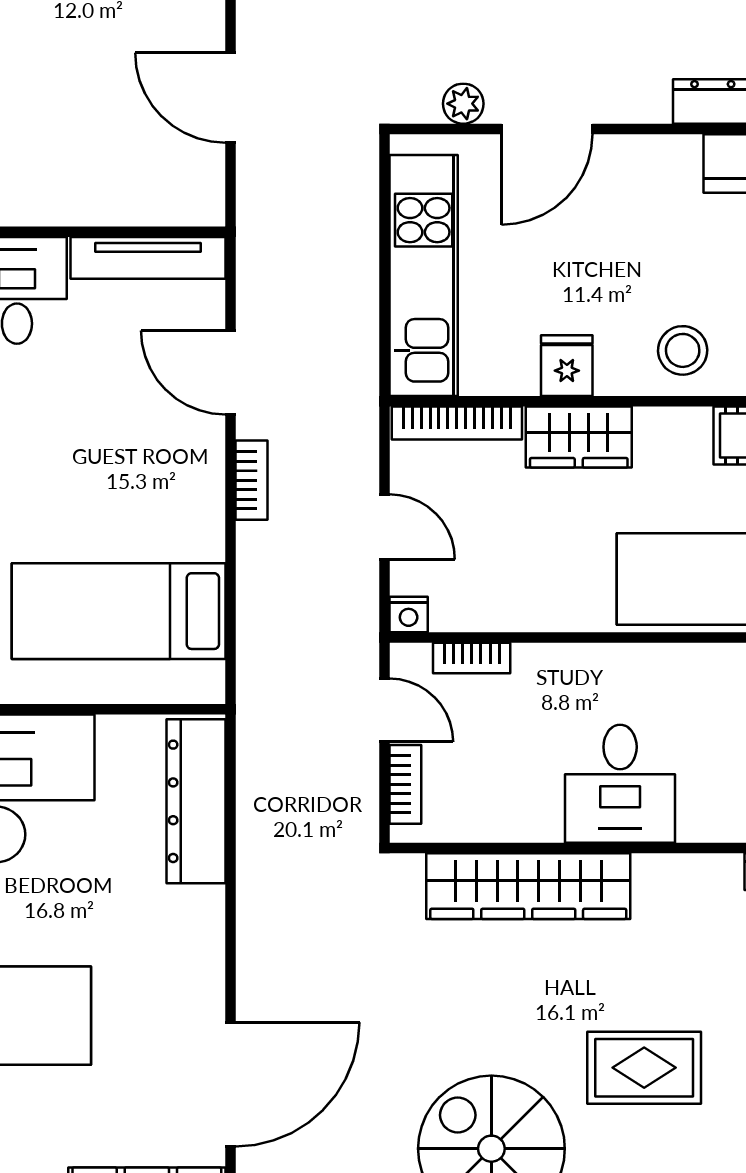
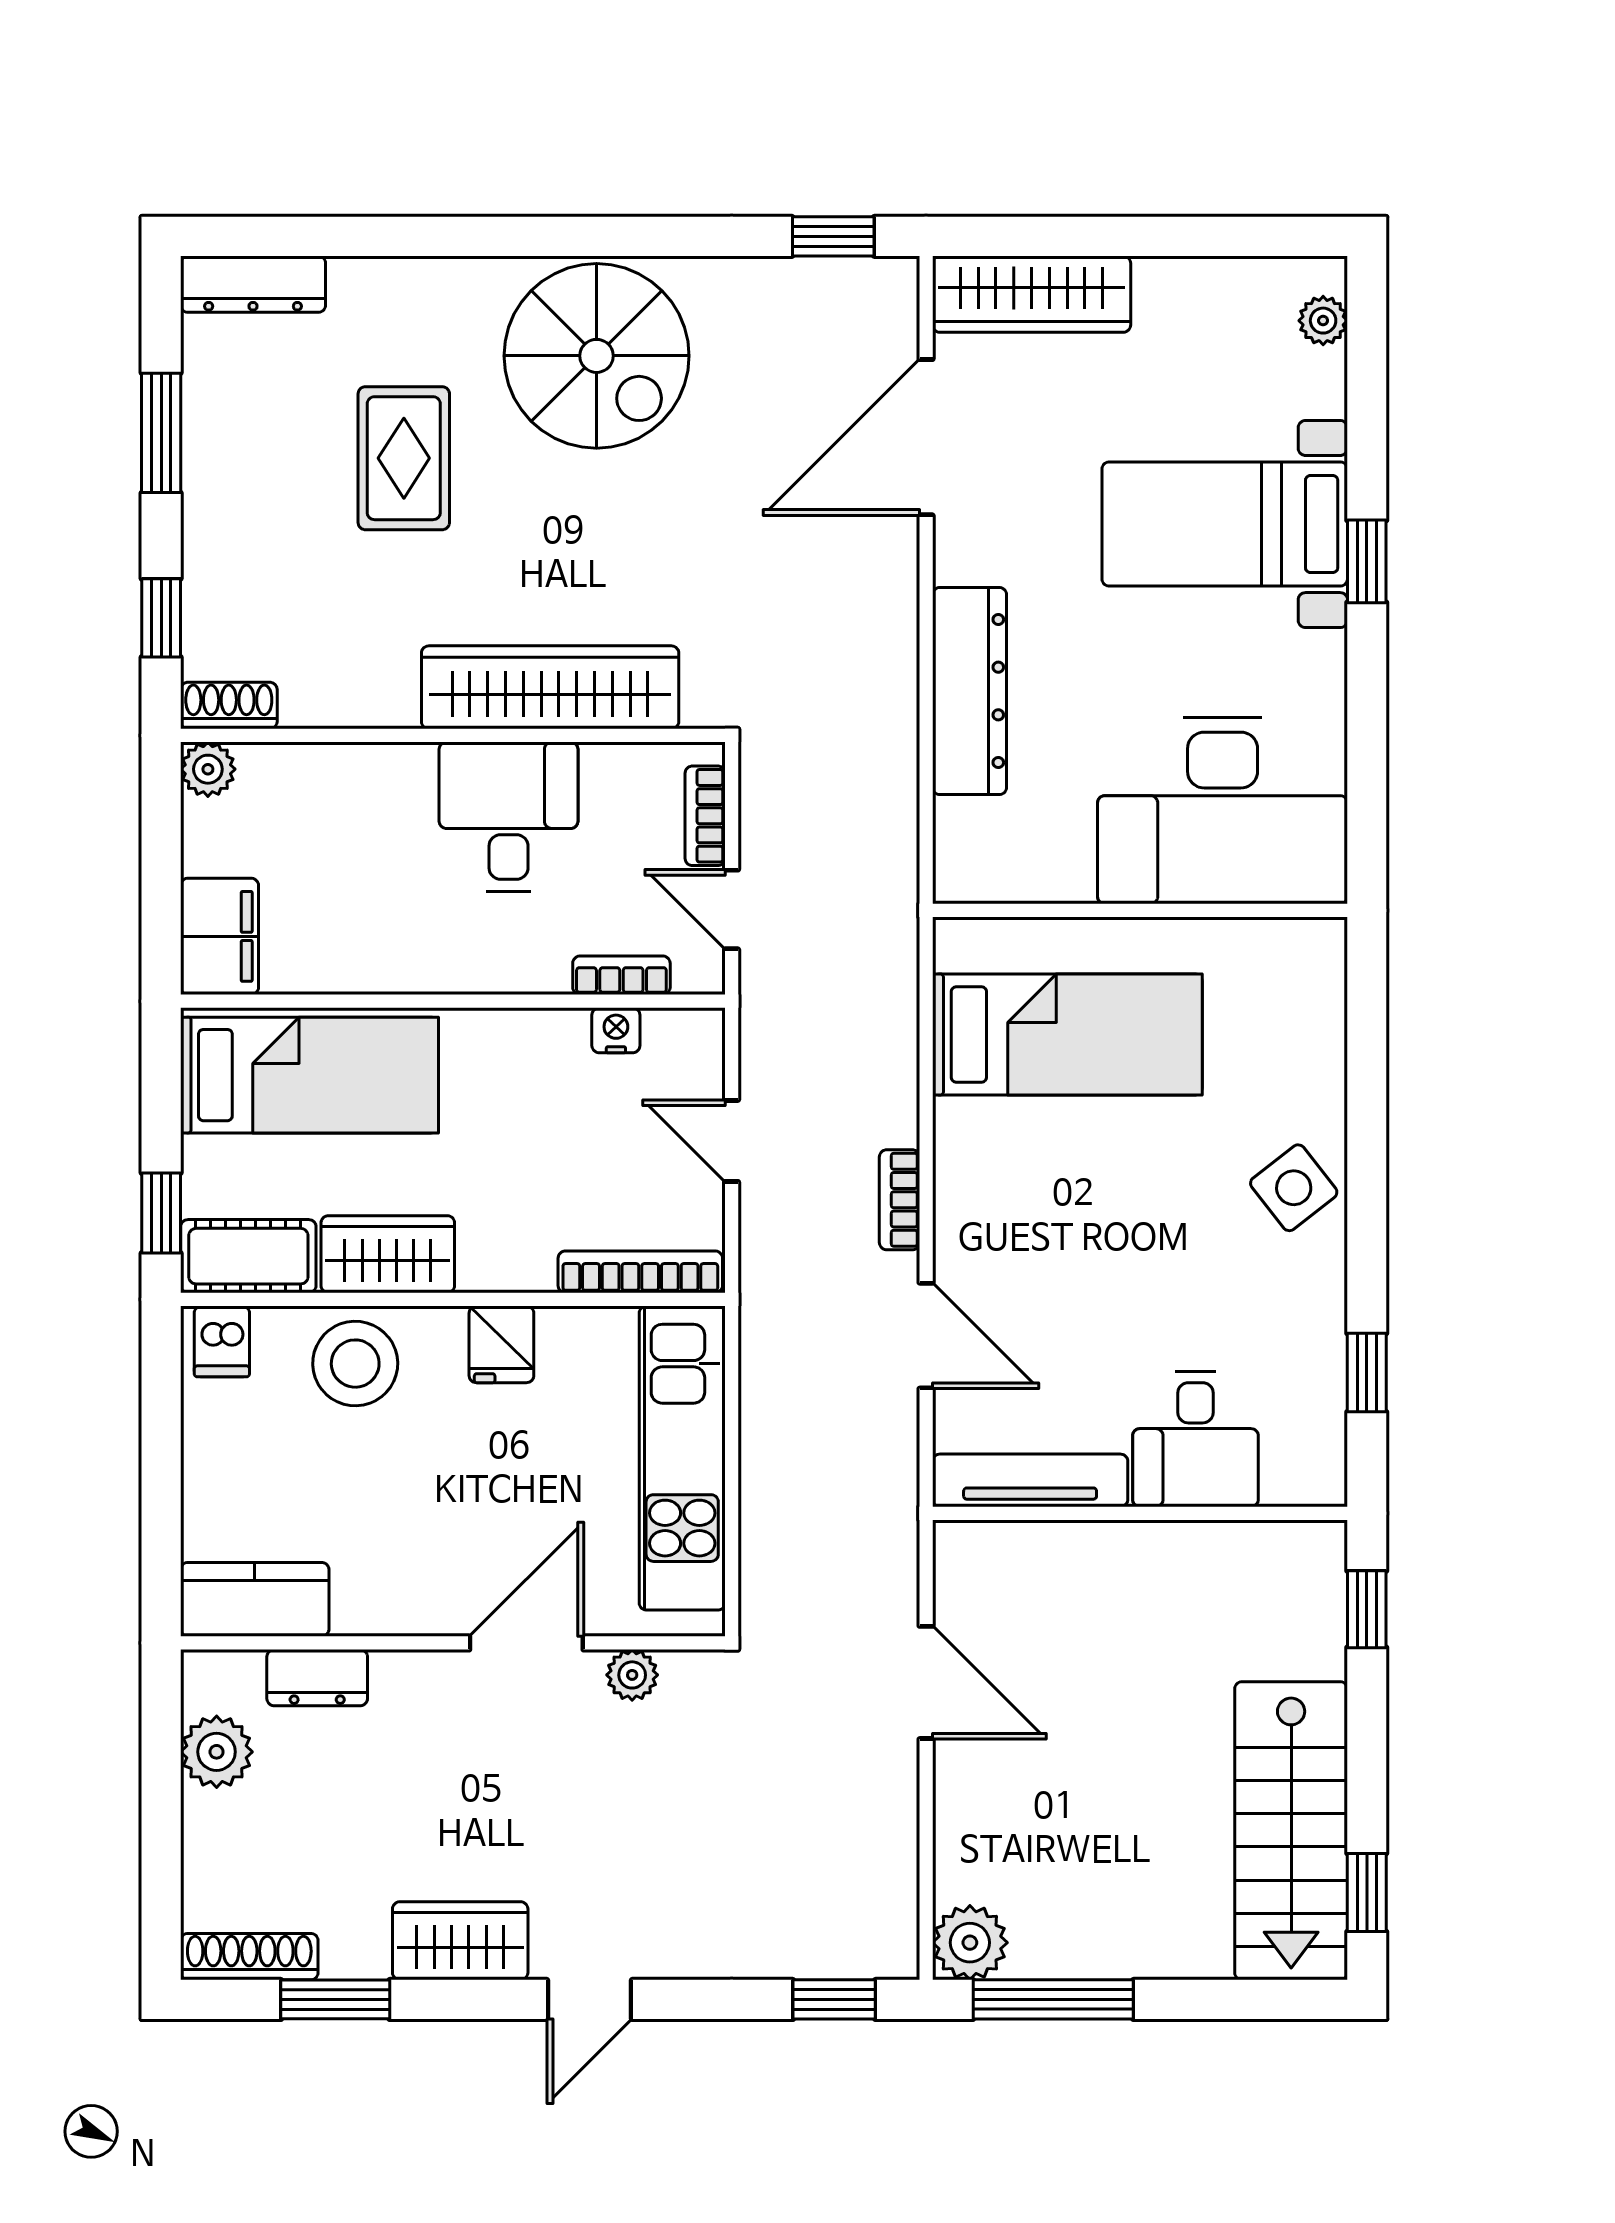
stool: (683, 350) -> (355, 1364), width x1.38, depth x1.38
wardrobe: (579, 437) -> (388, 1254), moved
nightstand: (409, 614) -> (616, 1030), moved
desk: (620, 784) -> (509, 817), moved
dresser: (196, 801) -> (969, 691), moved
rug: (644, 1068) -> (404, 458), turned 90

